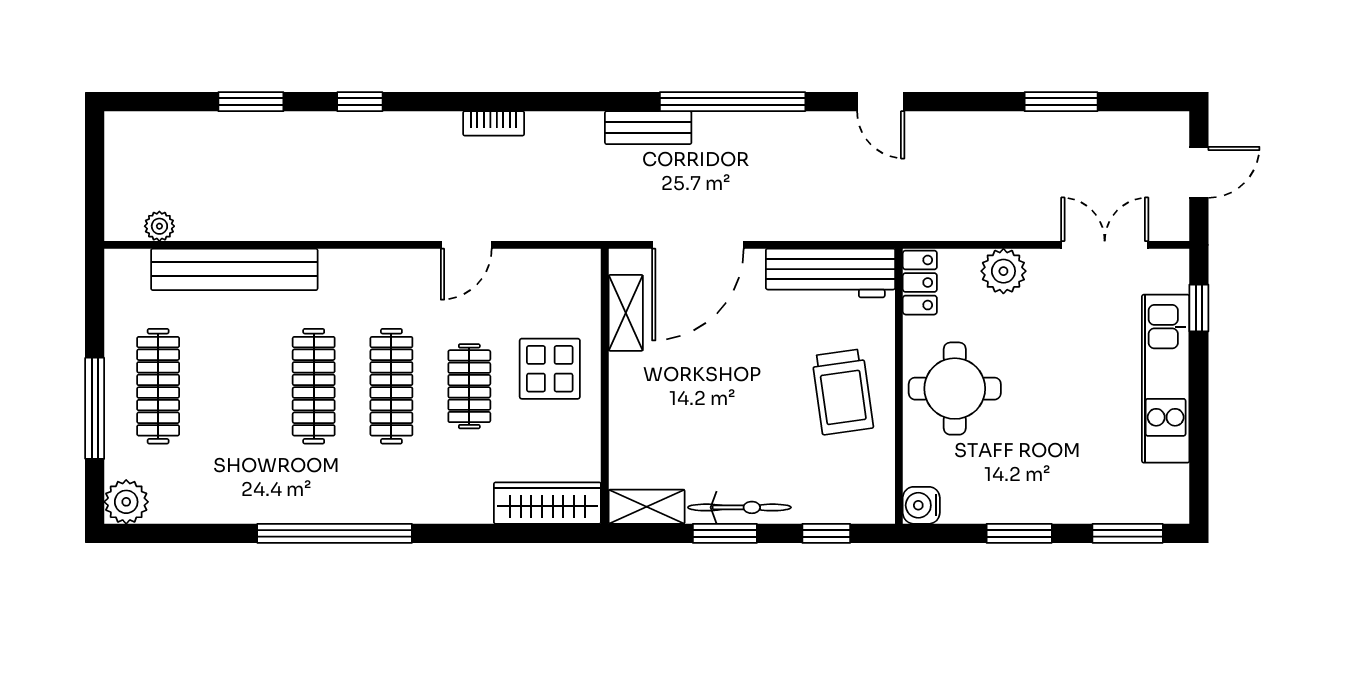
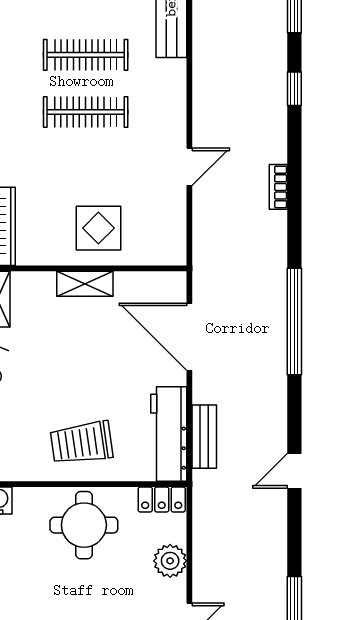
window: (733, 102) -> (294, 322), moved
bench: (648, 128) -> (204, 437), moved
door: (466, 245) -> (189, 167), swing flipped
shelving: (626, 313) -> (85, 284), moved
clothes rail: (469, 386) -> (86, 169), removed

